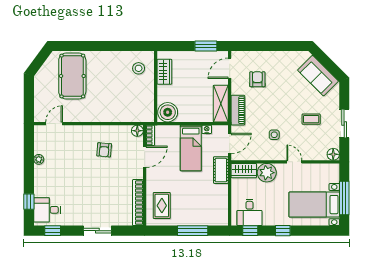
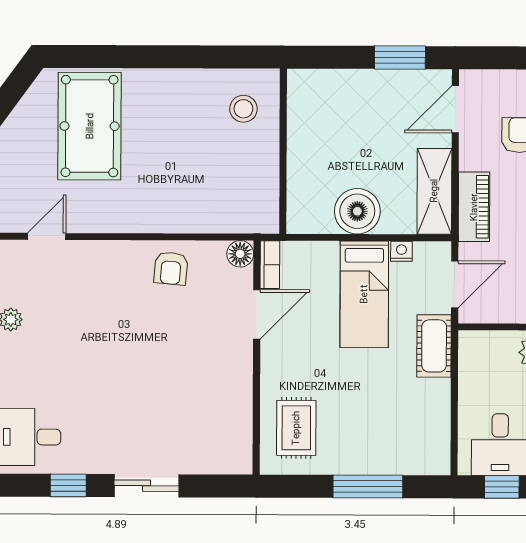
wardrobe: (164, 72) -> (304, 117), removed
boiler: (168, 112) -> (357, 211), moved
armchair: (104, 150) -> (171, 268), moved
wardrobe: (244, 171) -> (487, 347), removed
bookcase: (138, 203) -> (241, 421), removed
window: (53, 231) -> (68, 485), moved

